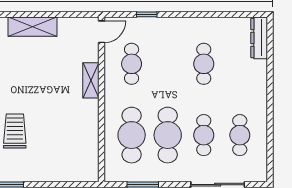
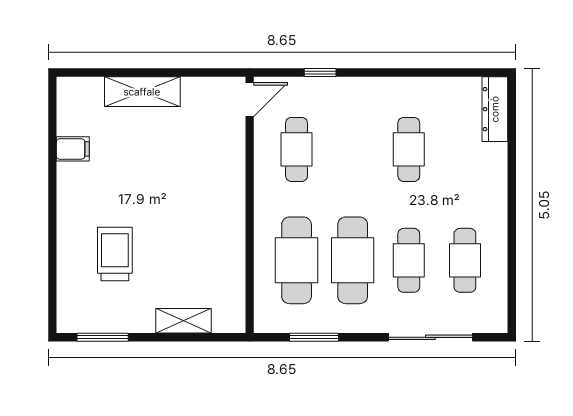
shelving: (91, 80) -> (184, 321), moved, turned 90

